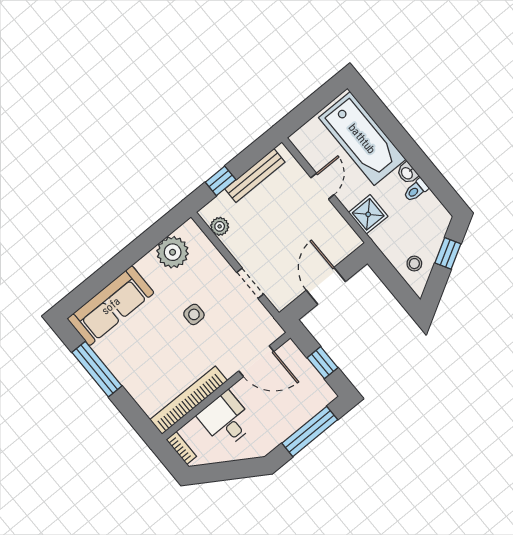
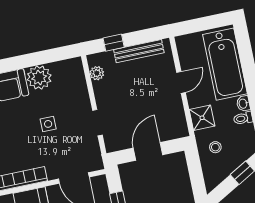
plant: (173, 252) -> (39, 77), moved
stool: (414, 264) -> (215, 147), moved

